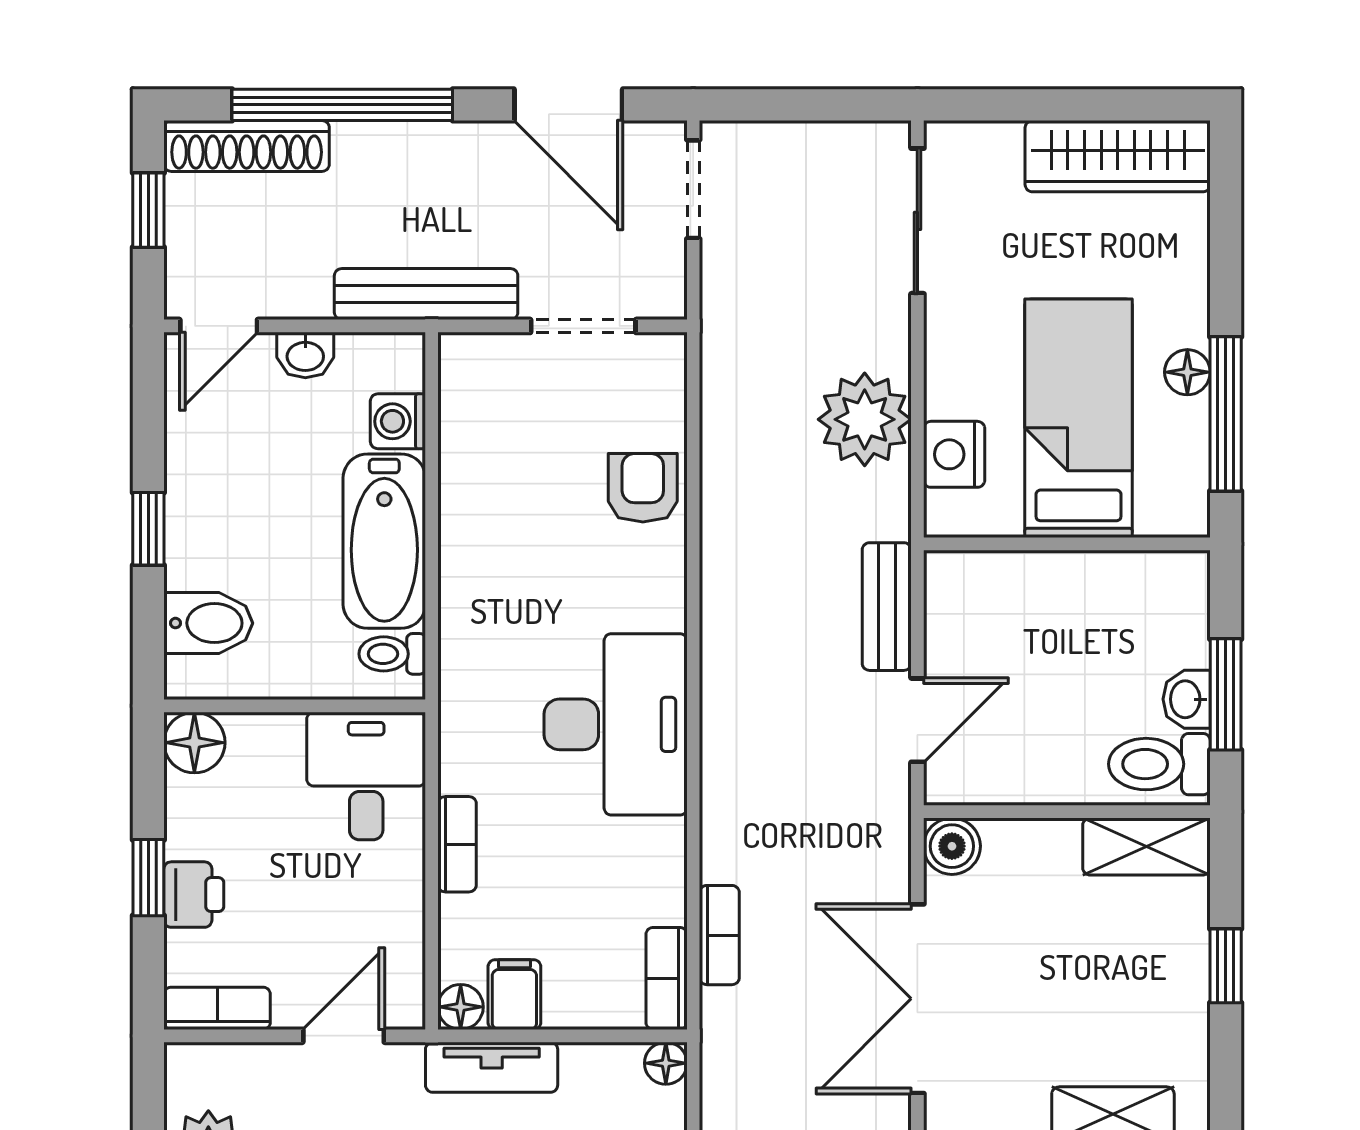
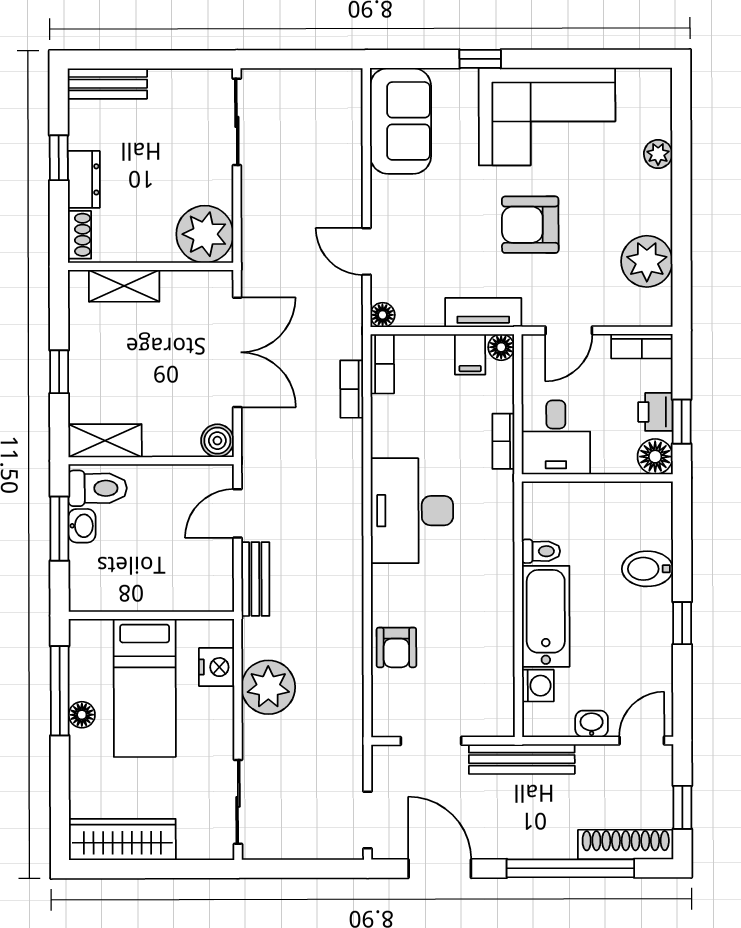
wall: (295, 706) -> (597, 478), moved
floor lamp: (194, 743) -> (655, 457), moved
desk: (366, 776) -> (556, 437), moved

